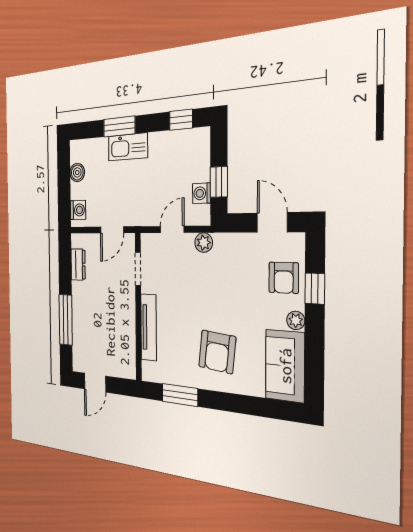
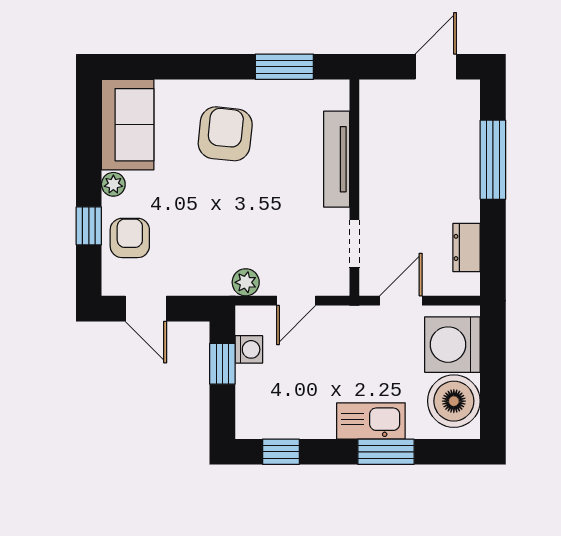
boiler: (77, 172) -> (454, 401), width x1.86, depth x1.86
washing machine: (78, 210) -> (452, 345), width x1.89, depth x1.89

